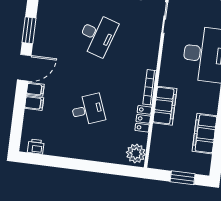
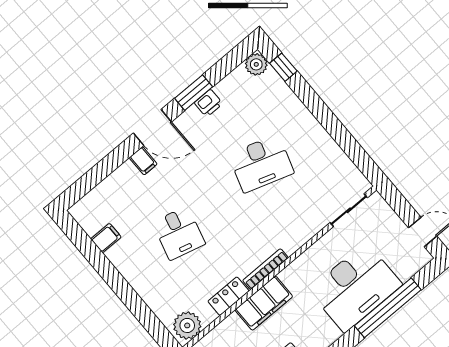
filing cabinet: (34, 103) -> (106, 238), moved, turned -90
desk: (88, 110) -> (179, 233), turned 36
printer: (36, 146) -> (208, 103), moved, turned 90

